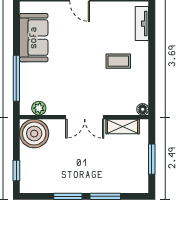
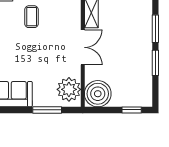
window: (16, 78) -> (47, 110), width x0.69
plant: (39, 108) -> (69, 89), width x1.87, depth x1.87

